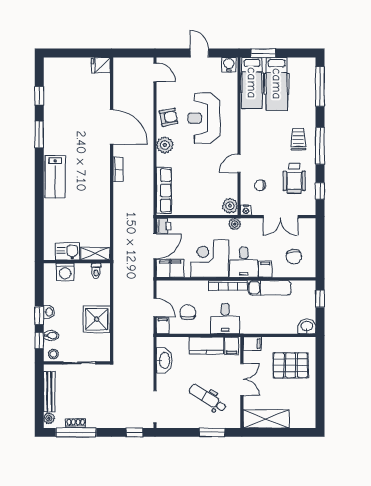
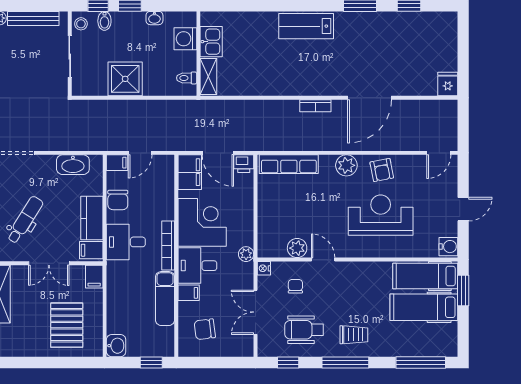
plant: (230, 206) -> (297, 248), moved
washbasin: (49, 312) -> (154, 18), moved
chair: (188, 312) -> (118, 200), moved, turned 90

